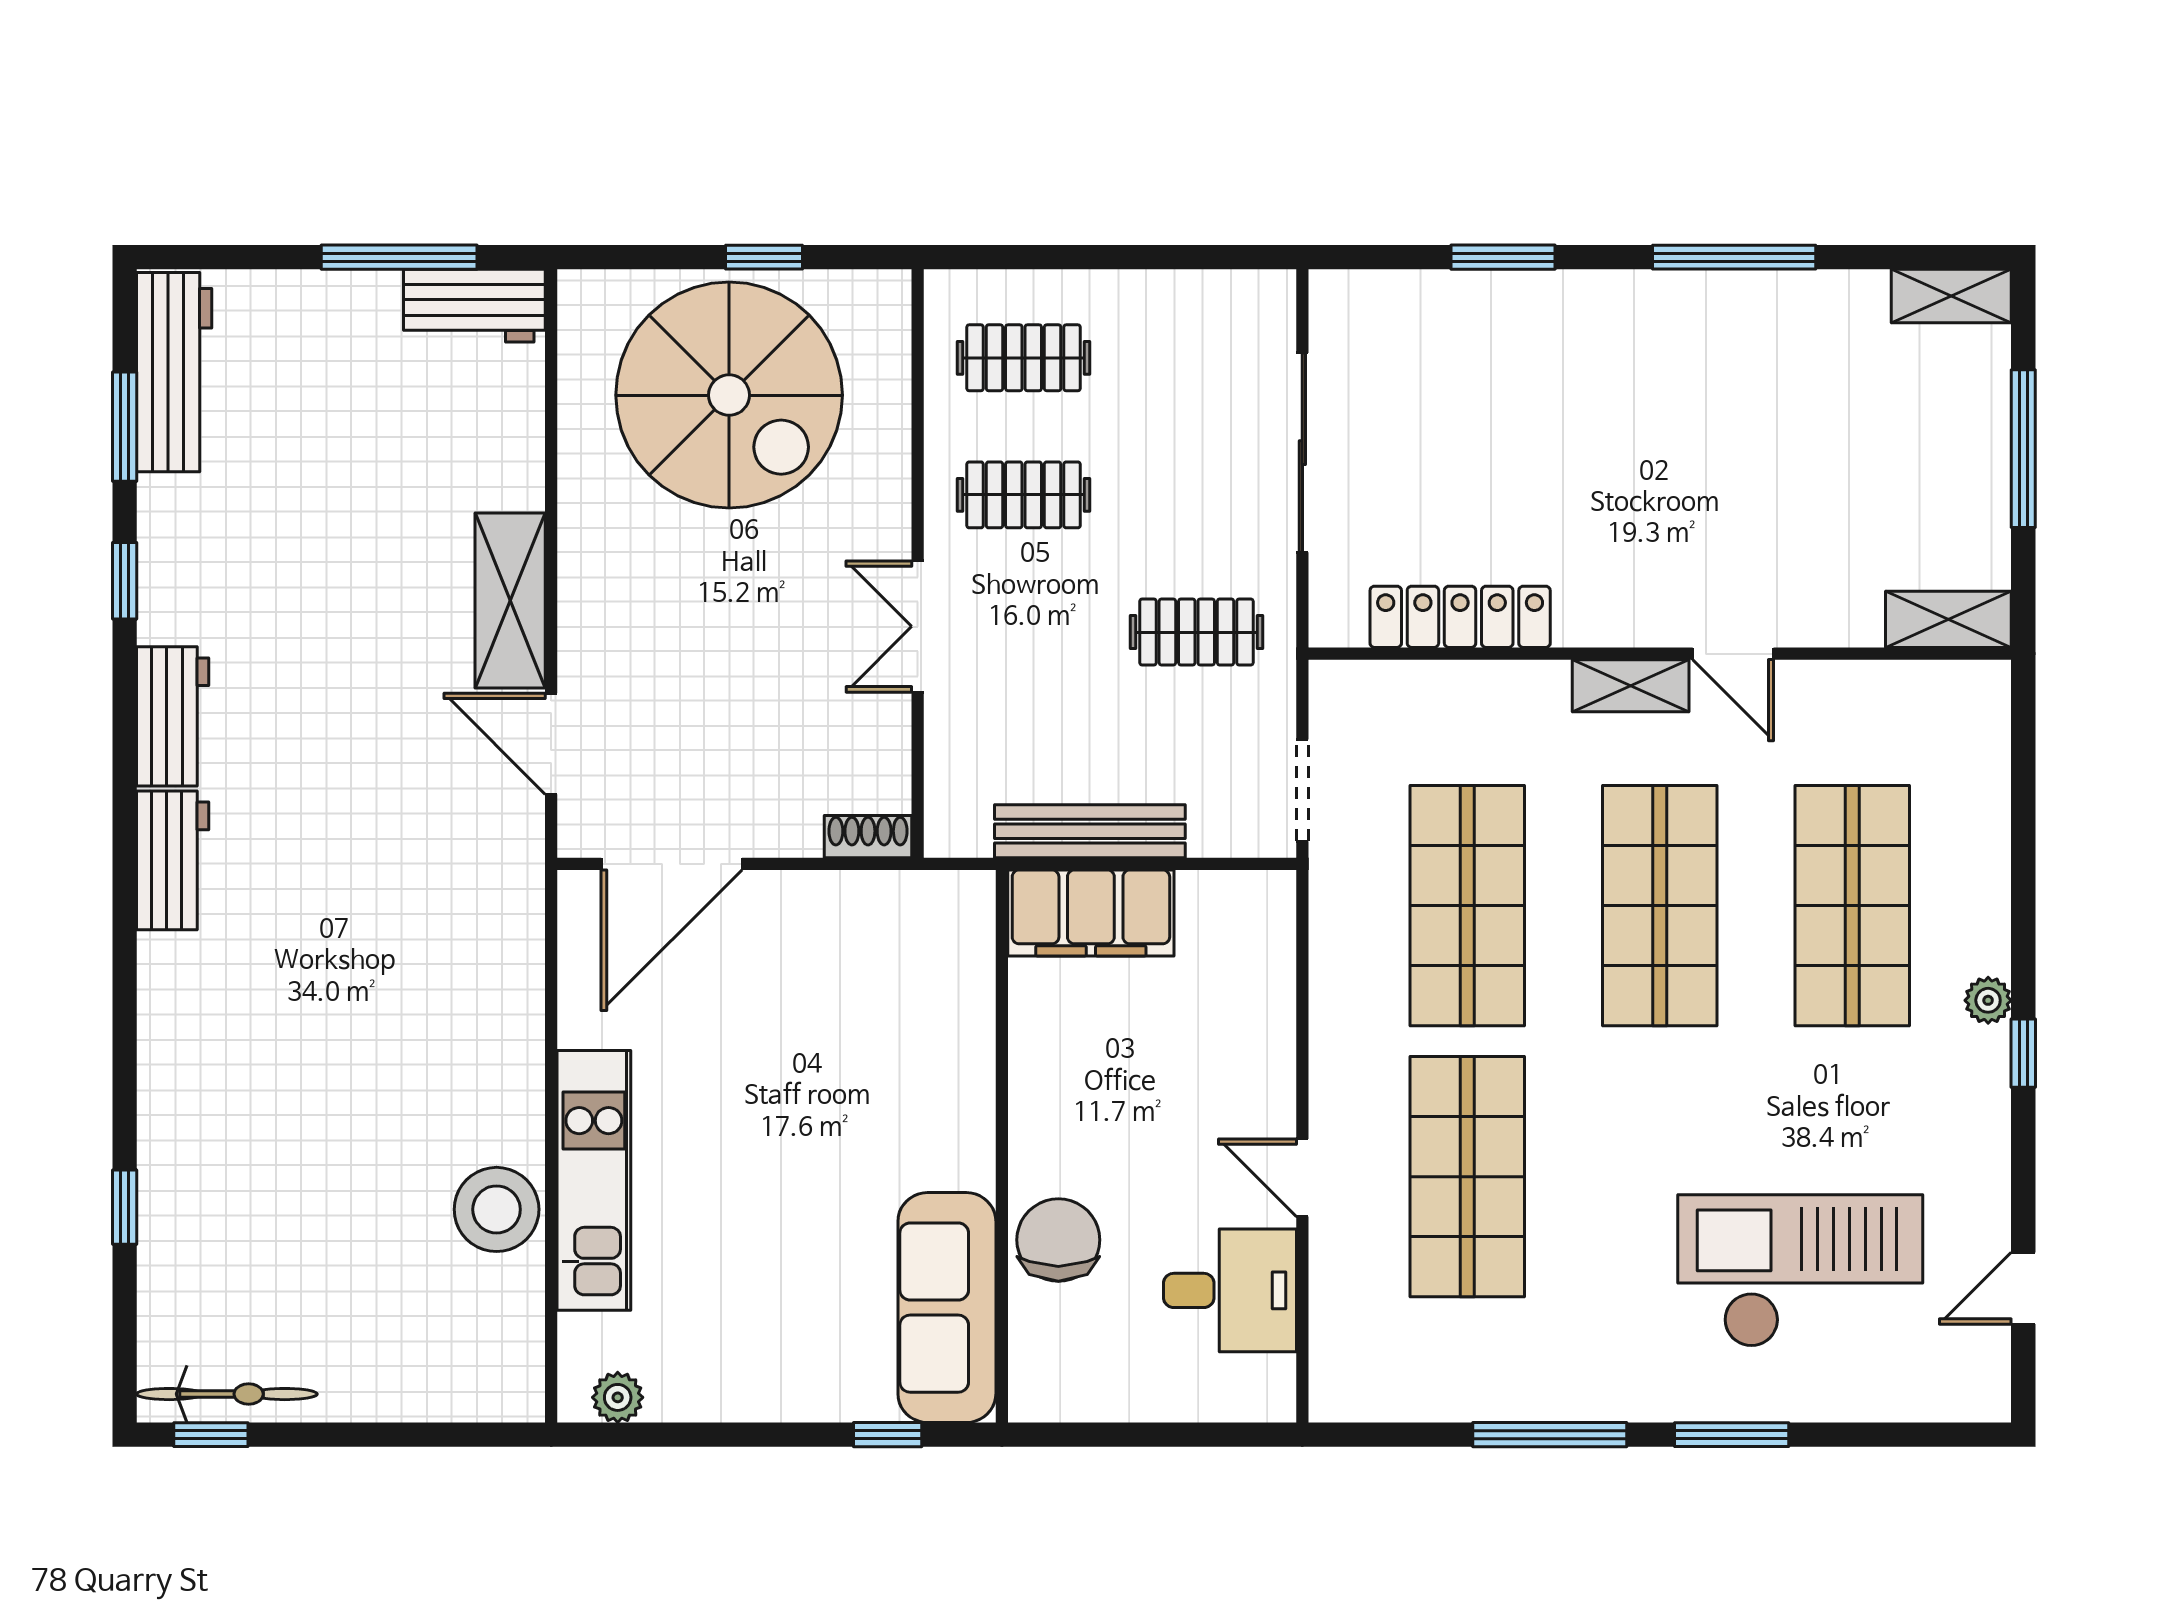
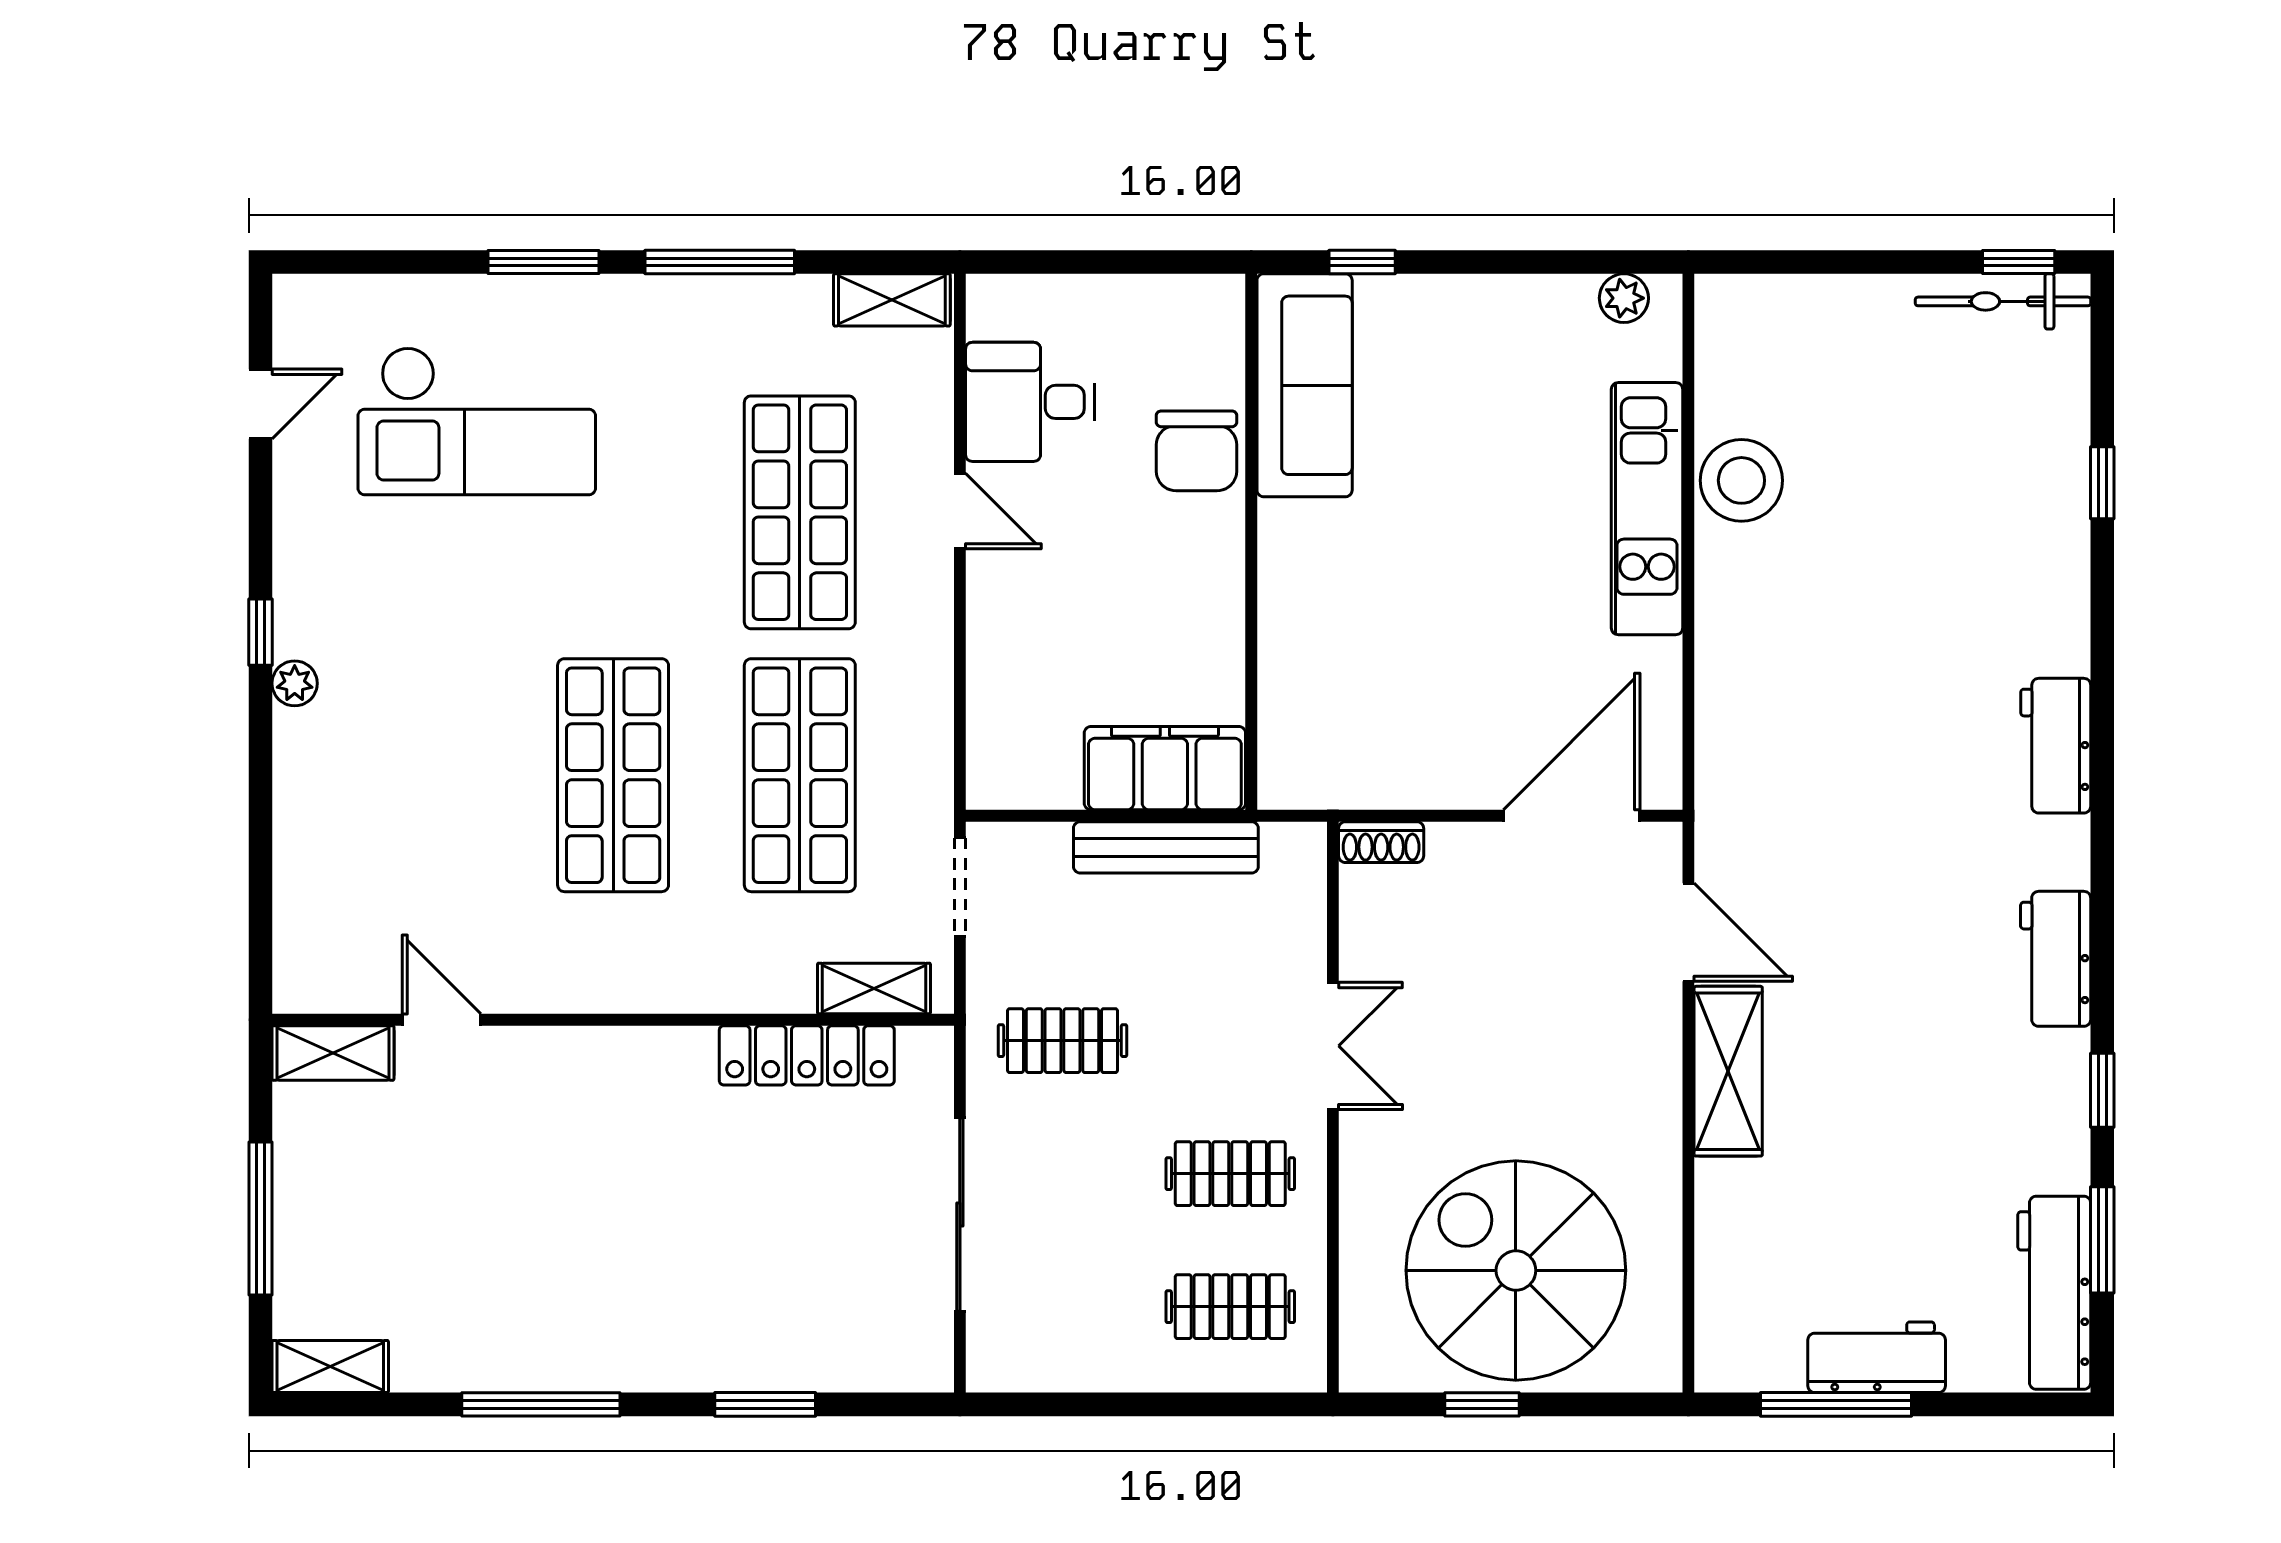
workbench: (474, 306) -> (1877, 1357), moved
door: (1733, 654) -> (442, 1020), moved
shelving: (1631, 686) -> (874, 988), moved
workbench: (173, 860) -> (2056, 746), moved
shop shelf: (1852, 906) -> (426, 775), removed
shelving: (1372, 1396) -> (892, 300), added

